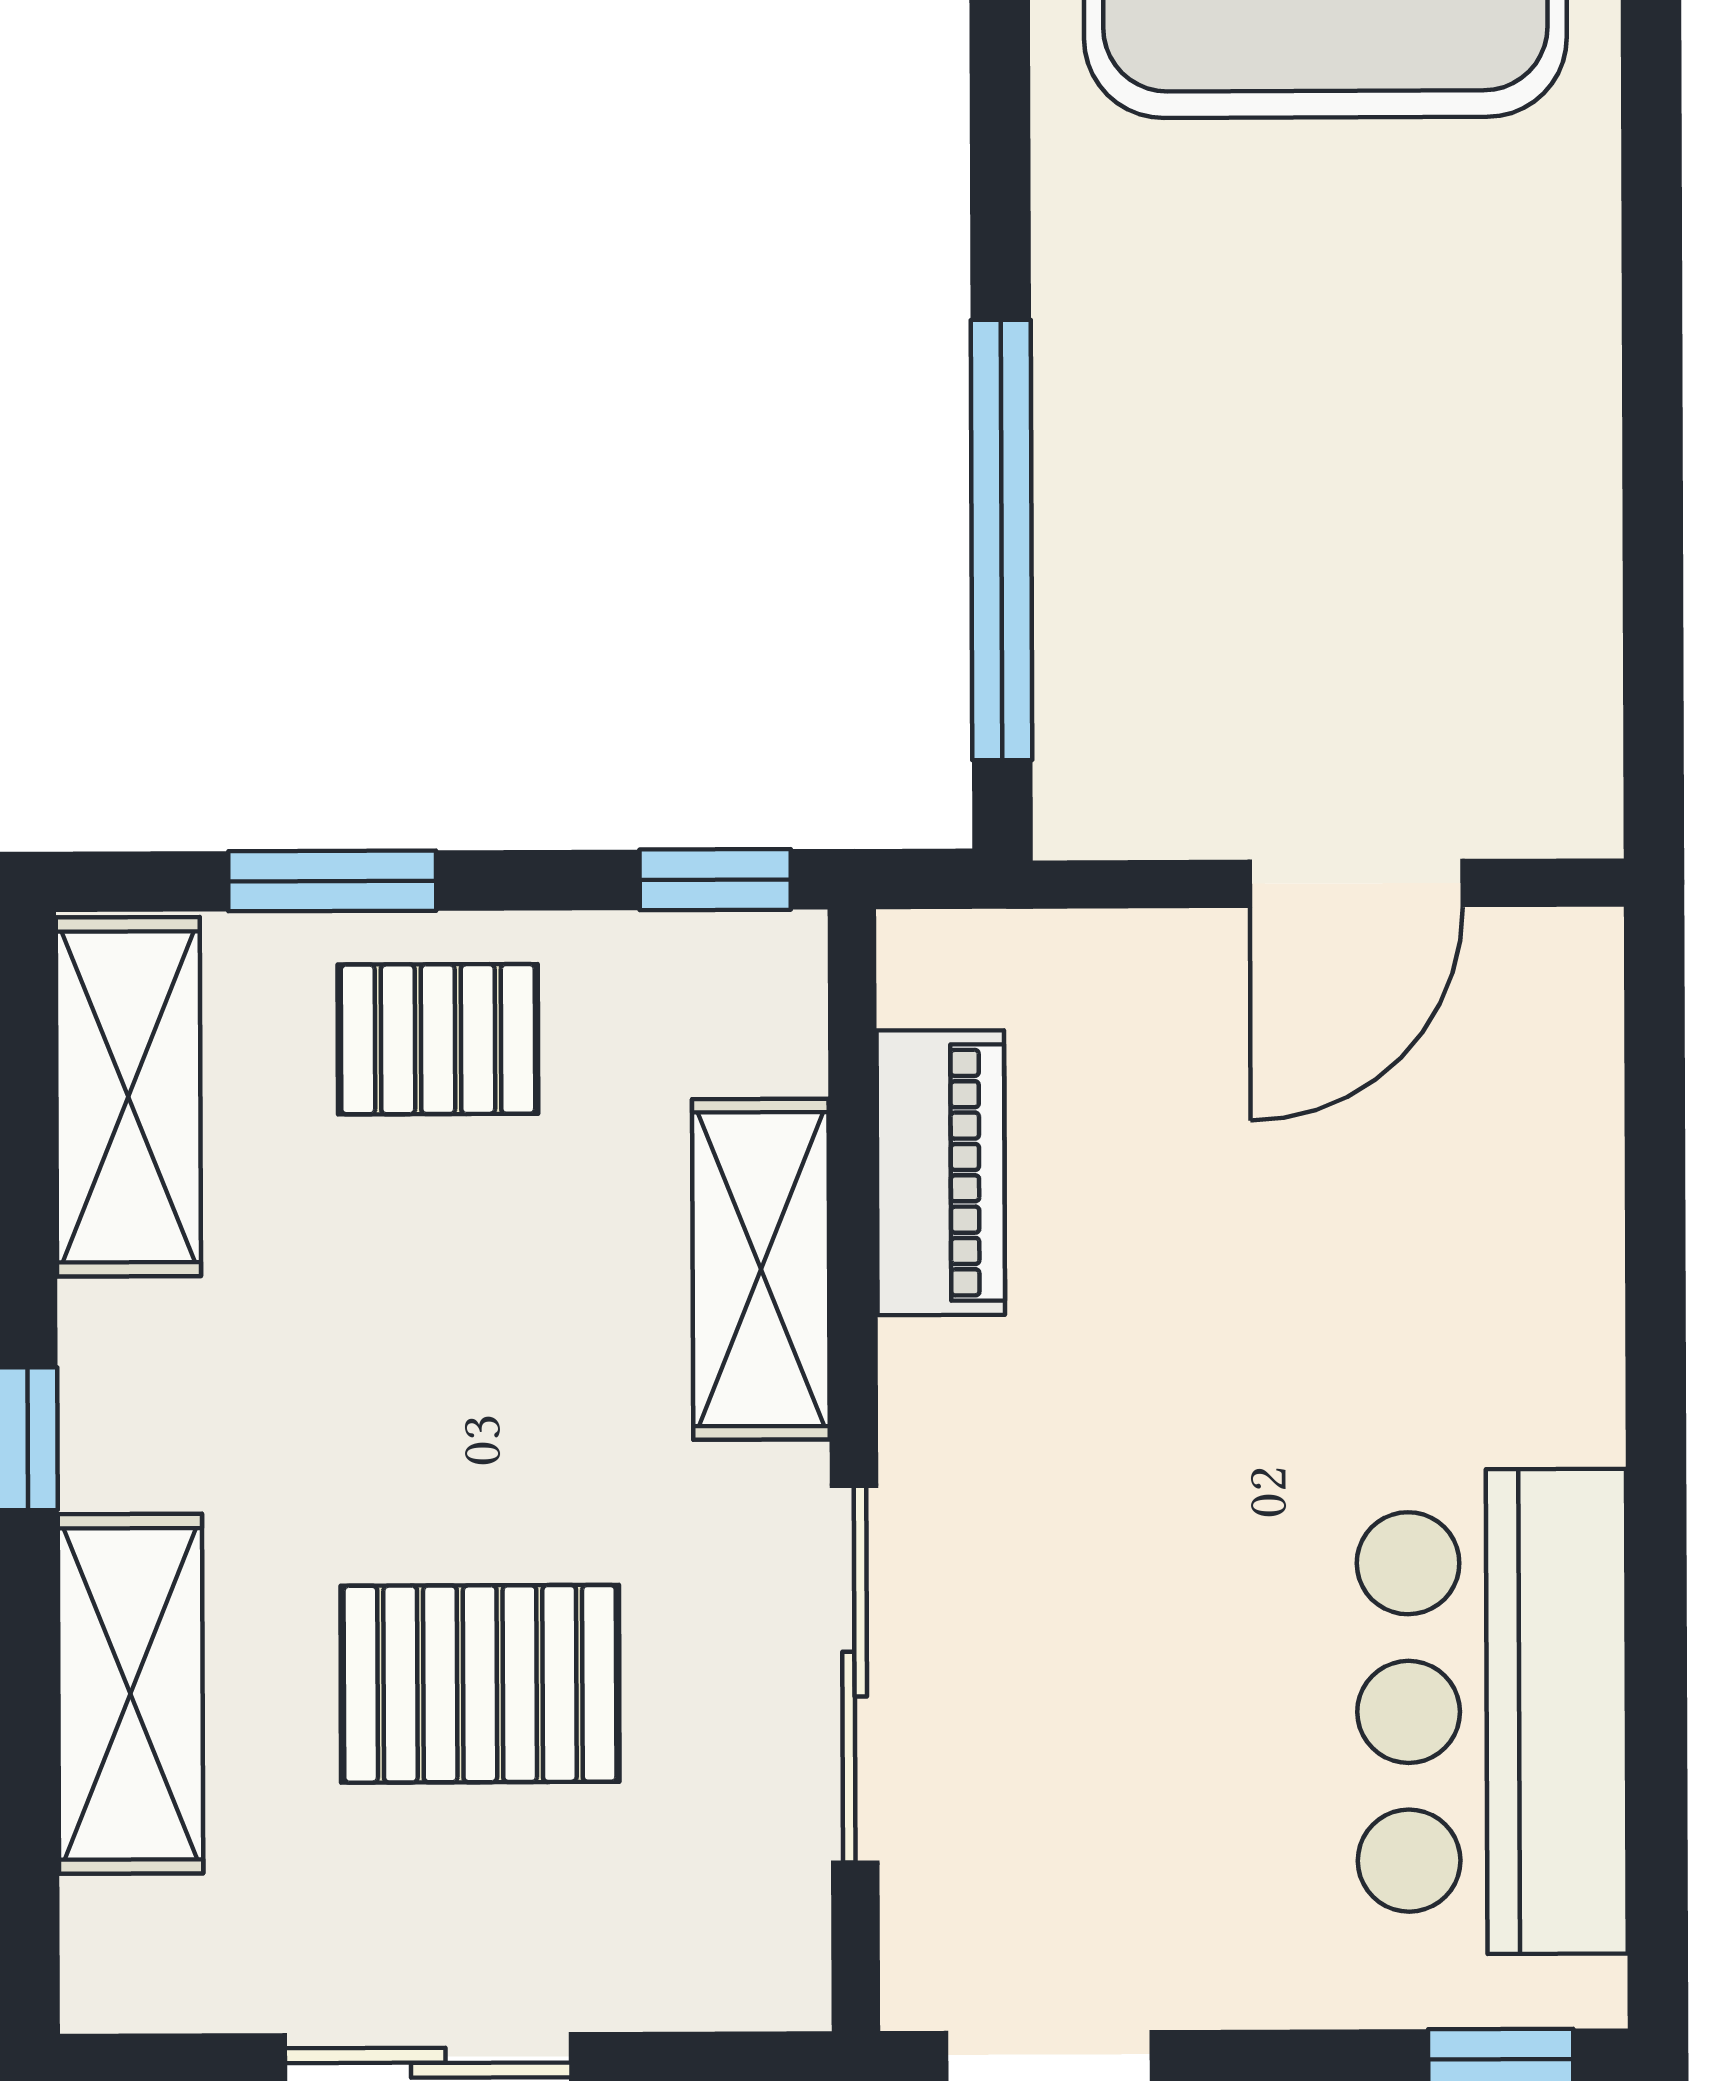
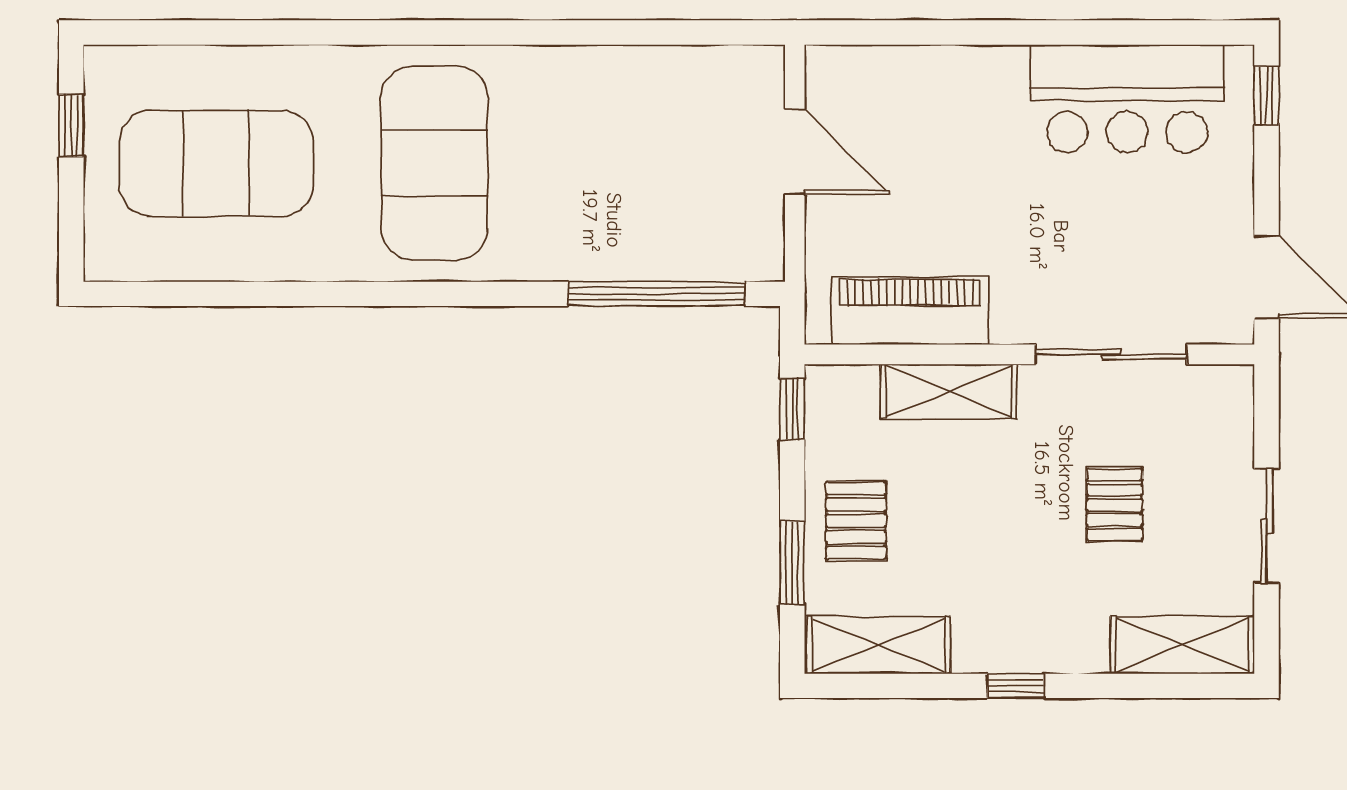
piano: (941, 1173) -> (910, 311), width x1.37, depth x1.33
pallet: (480, 1684) -> (1115, 505), width x0.67, depth x0.71
shelving: (131, 1694) -> (1182, 645), moved

